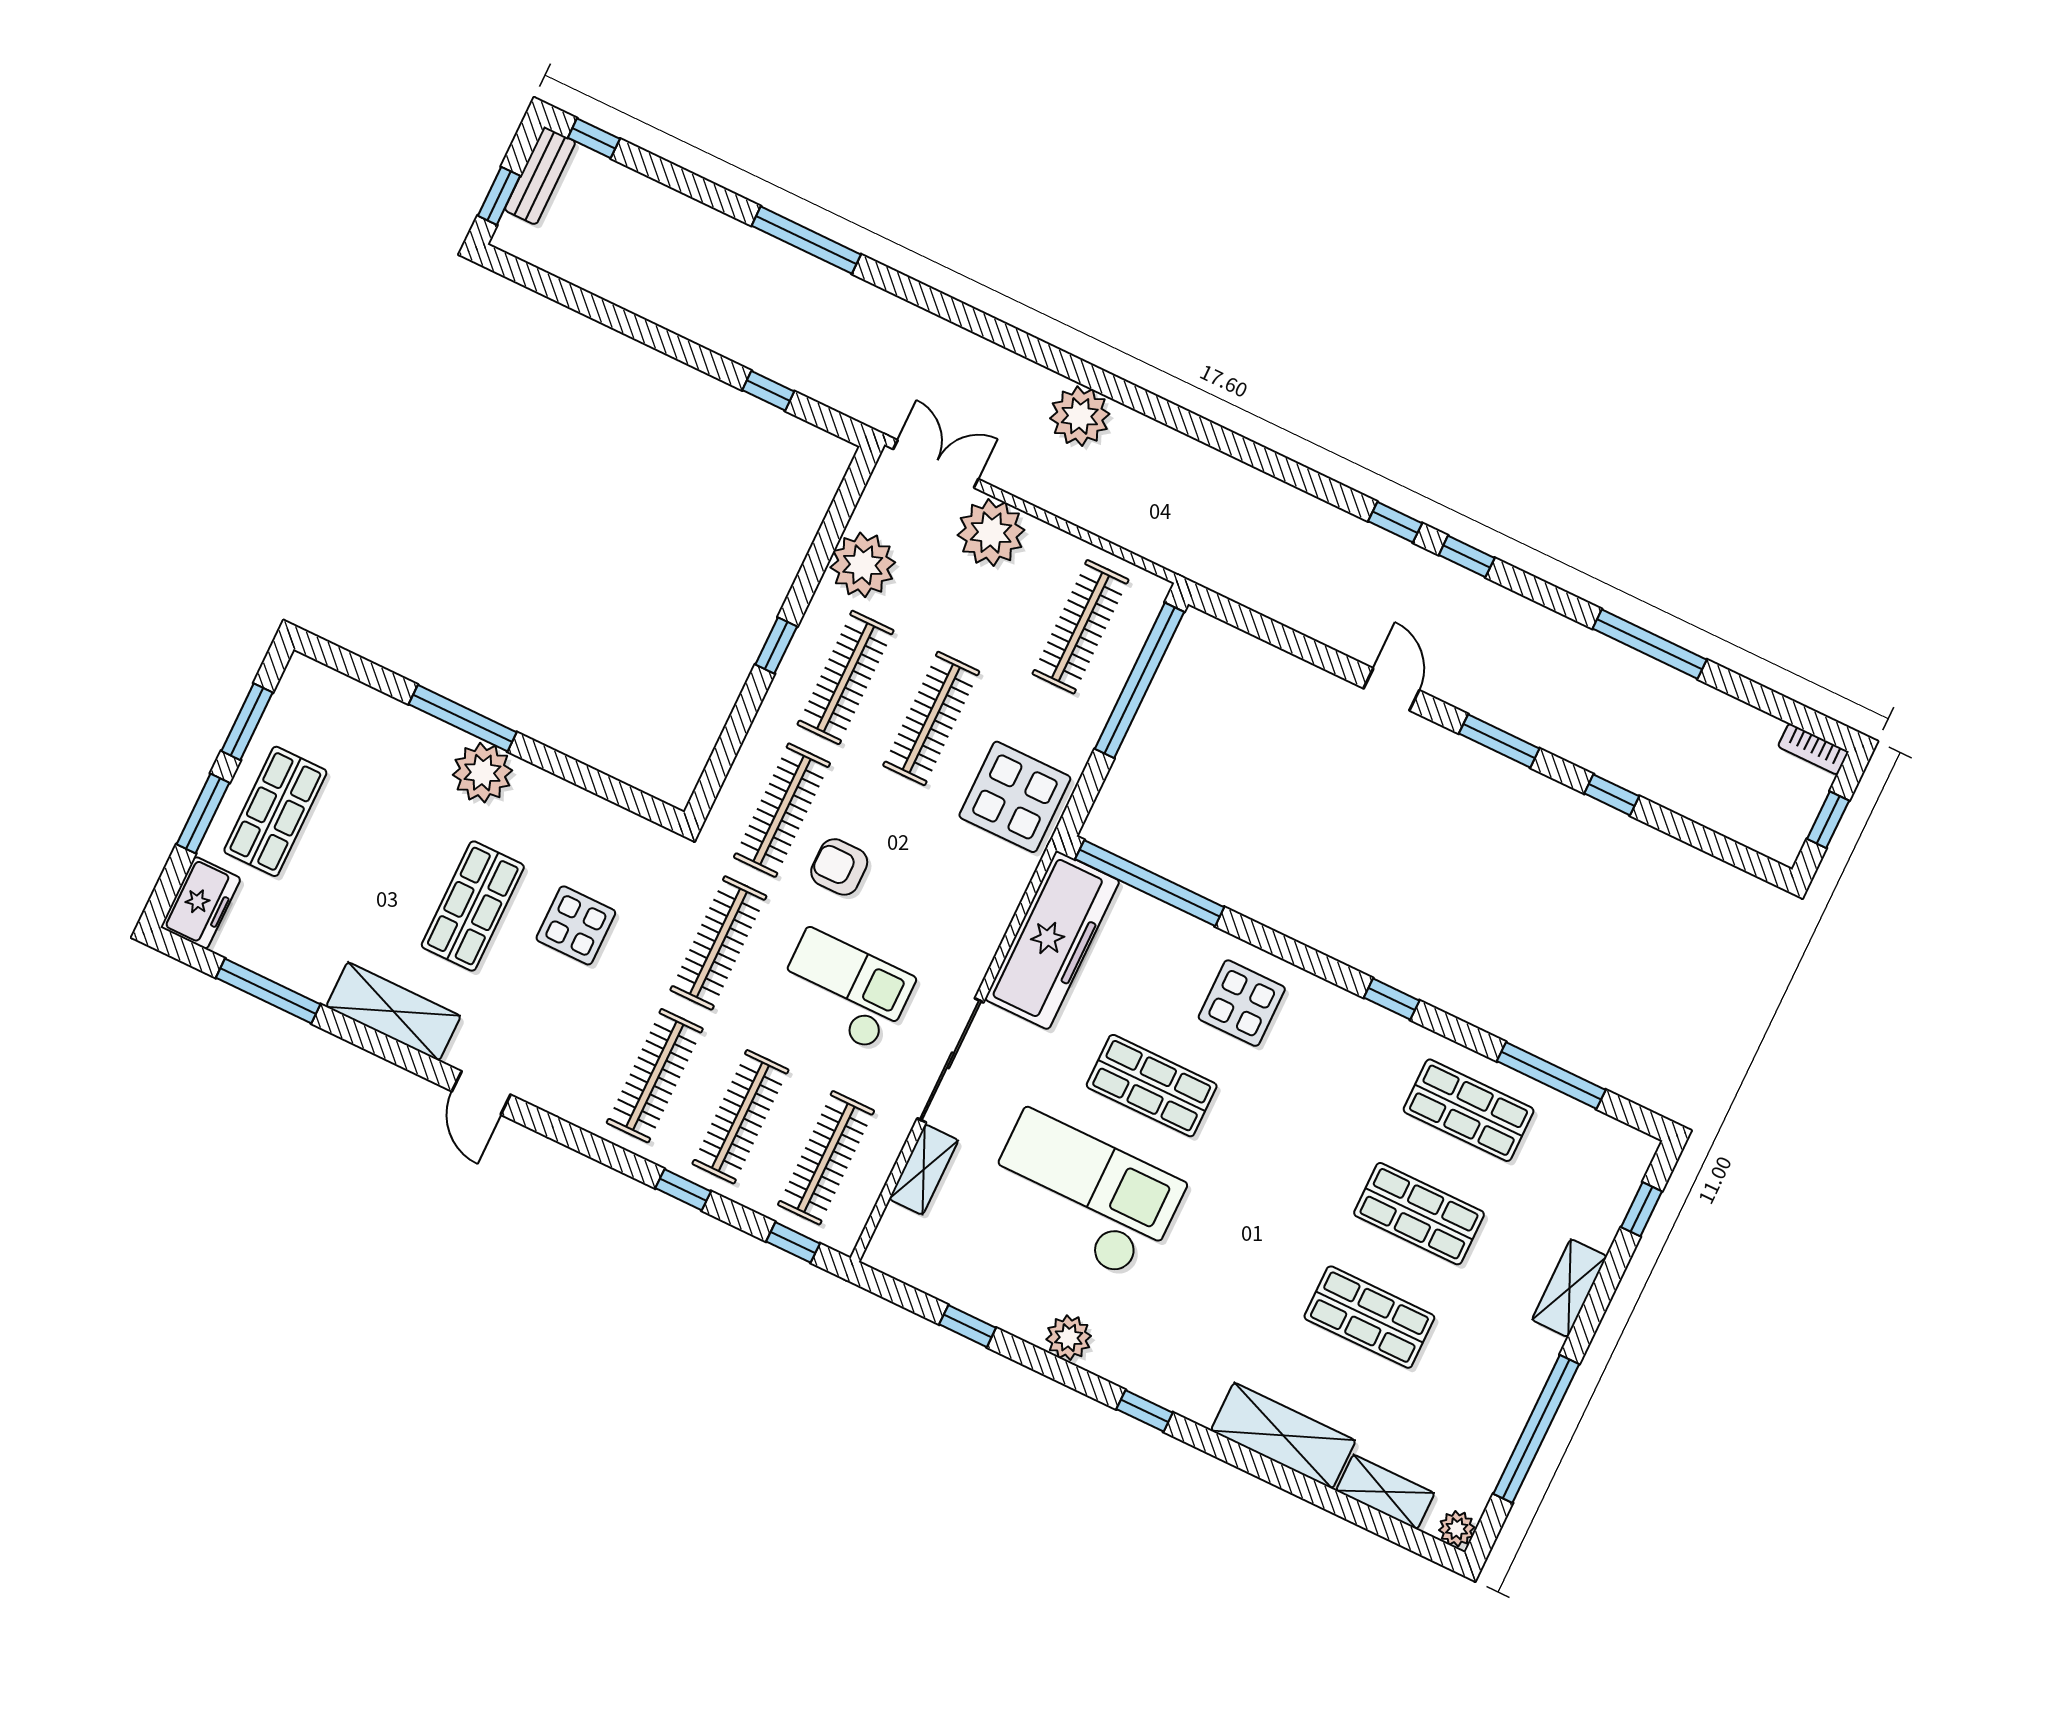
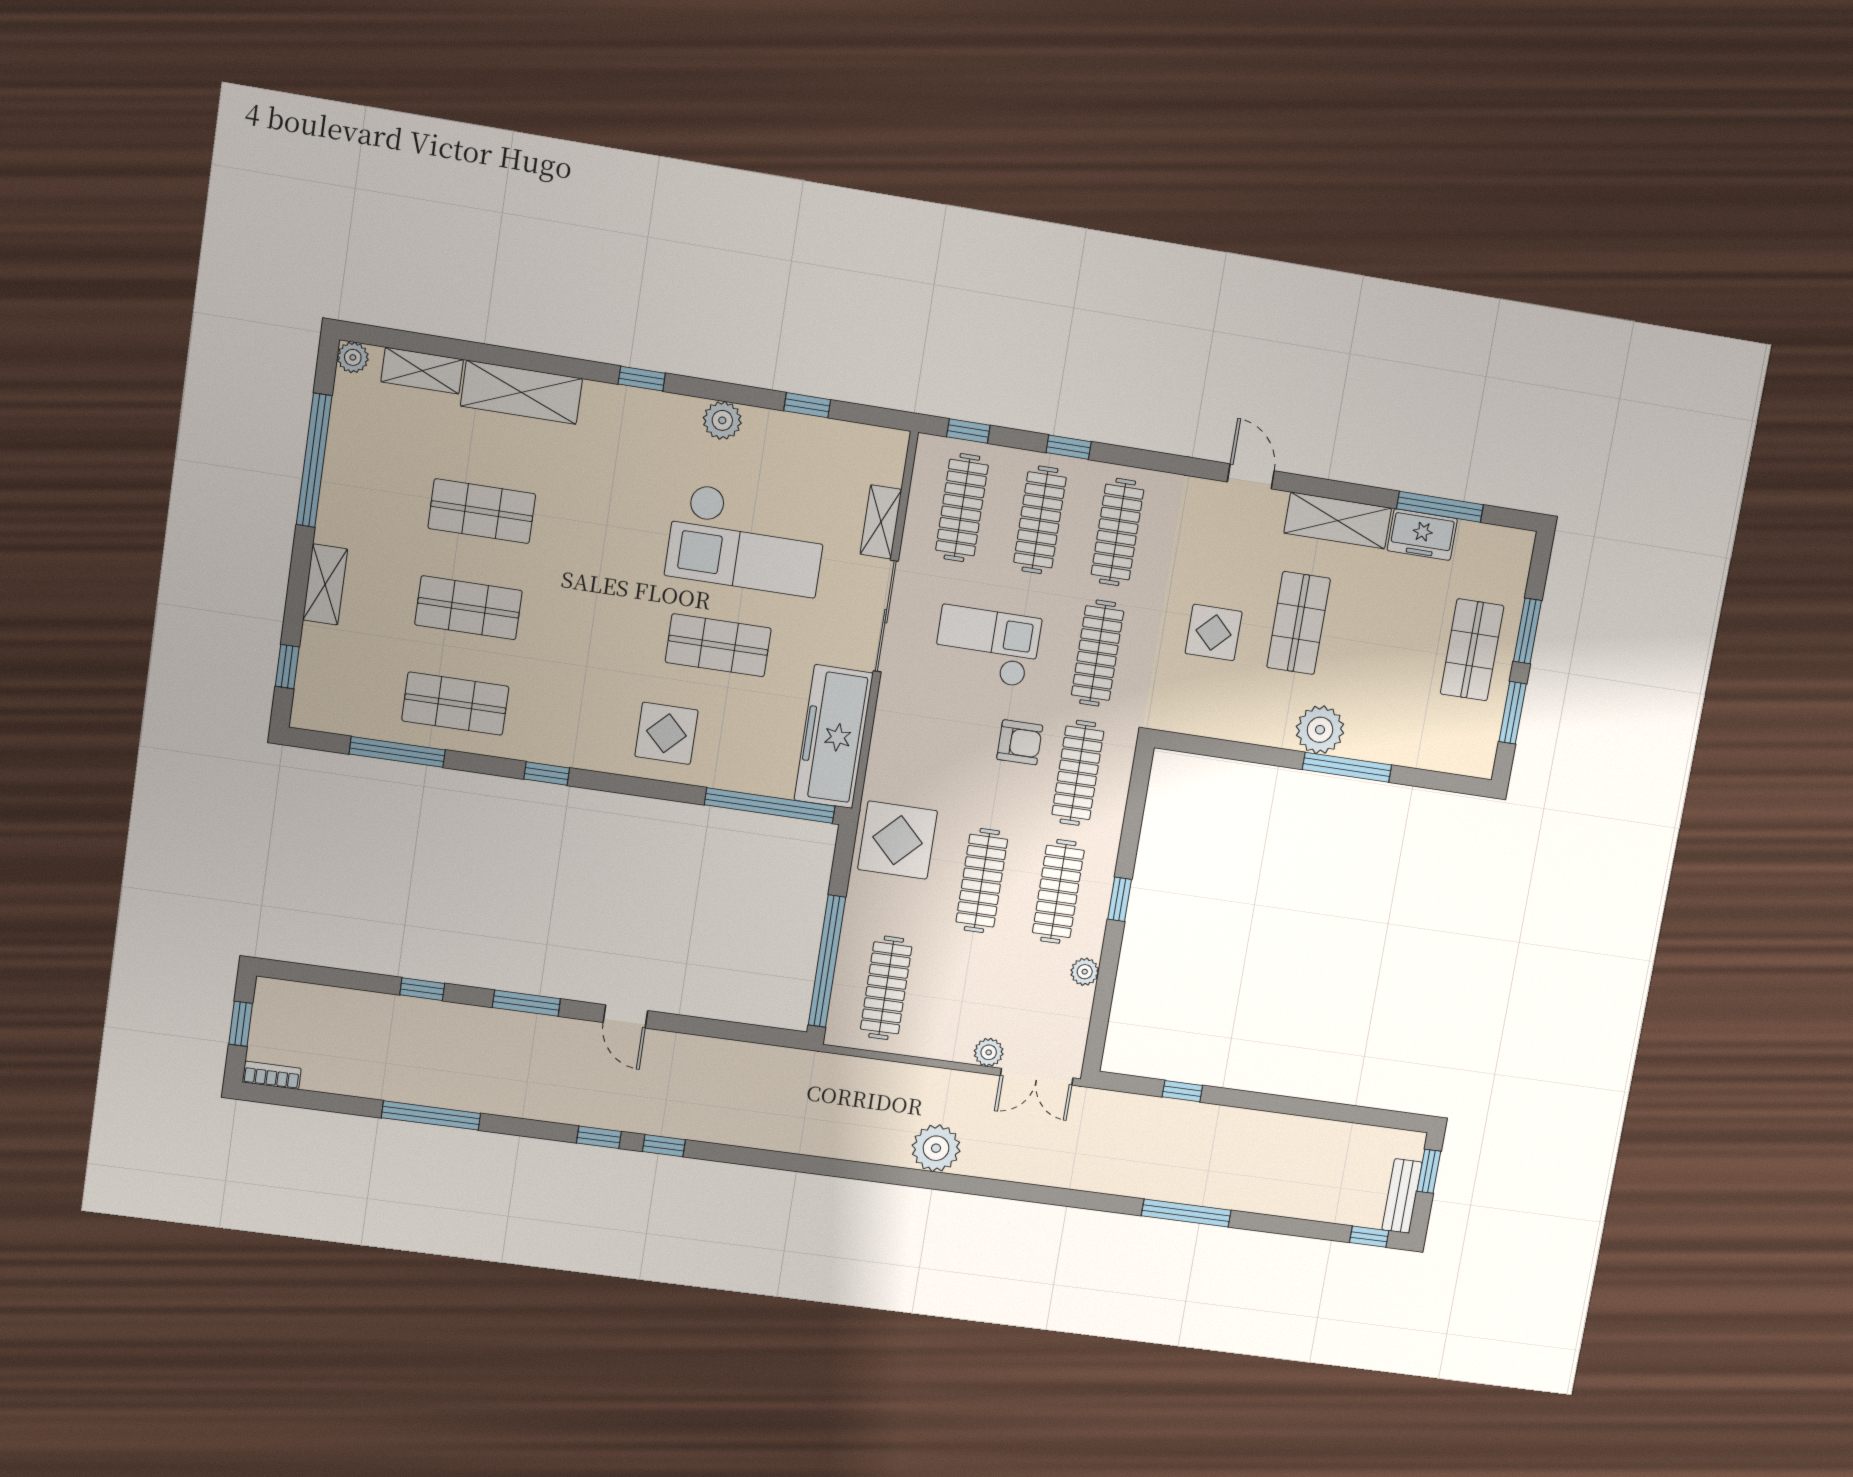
plant: (991, 533) -> (989, 1052), width x0.53, depth x0.53
plant: (863, 565) -> (1085, 972), width x0.53, depth x0.53
freezer: (201, 903) -> (1422, 535), moved, turned -90
checkout: (844, 990) -> (987, 646), turned 180

